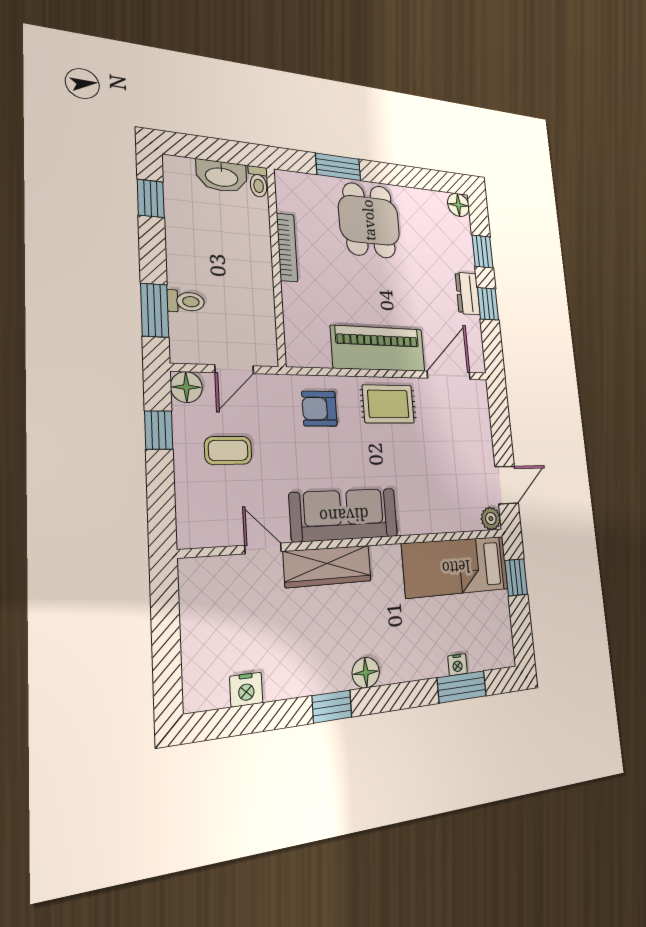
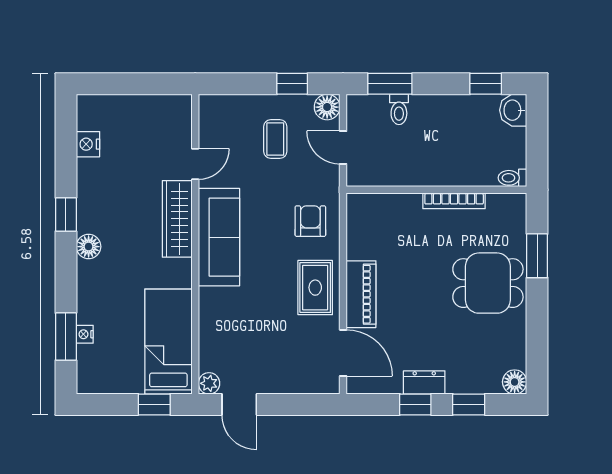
washbasin: (222, 176) -> (513, 110), moved, width x0.72
piano: (378, 348) -> (361, 294), width x0.73, depth x0.75

